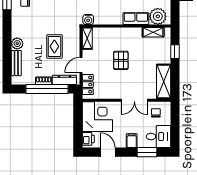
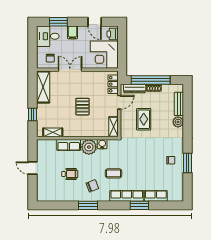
plant: (158, 16) -> (89, 147), moved
water cooler: (88, 20) -> (102, 144), moved

